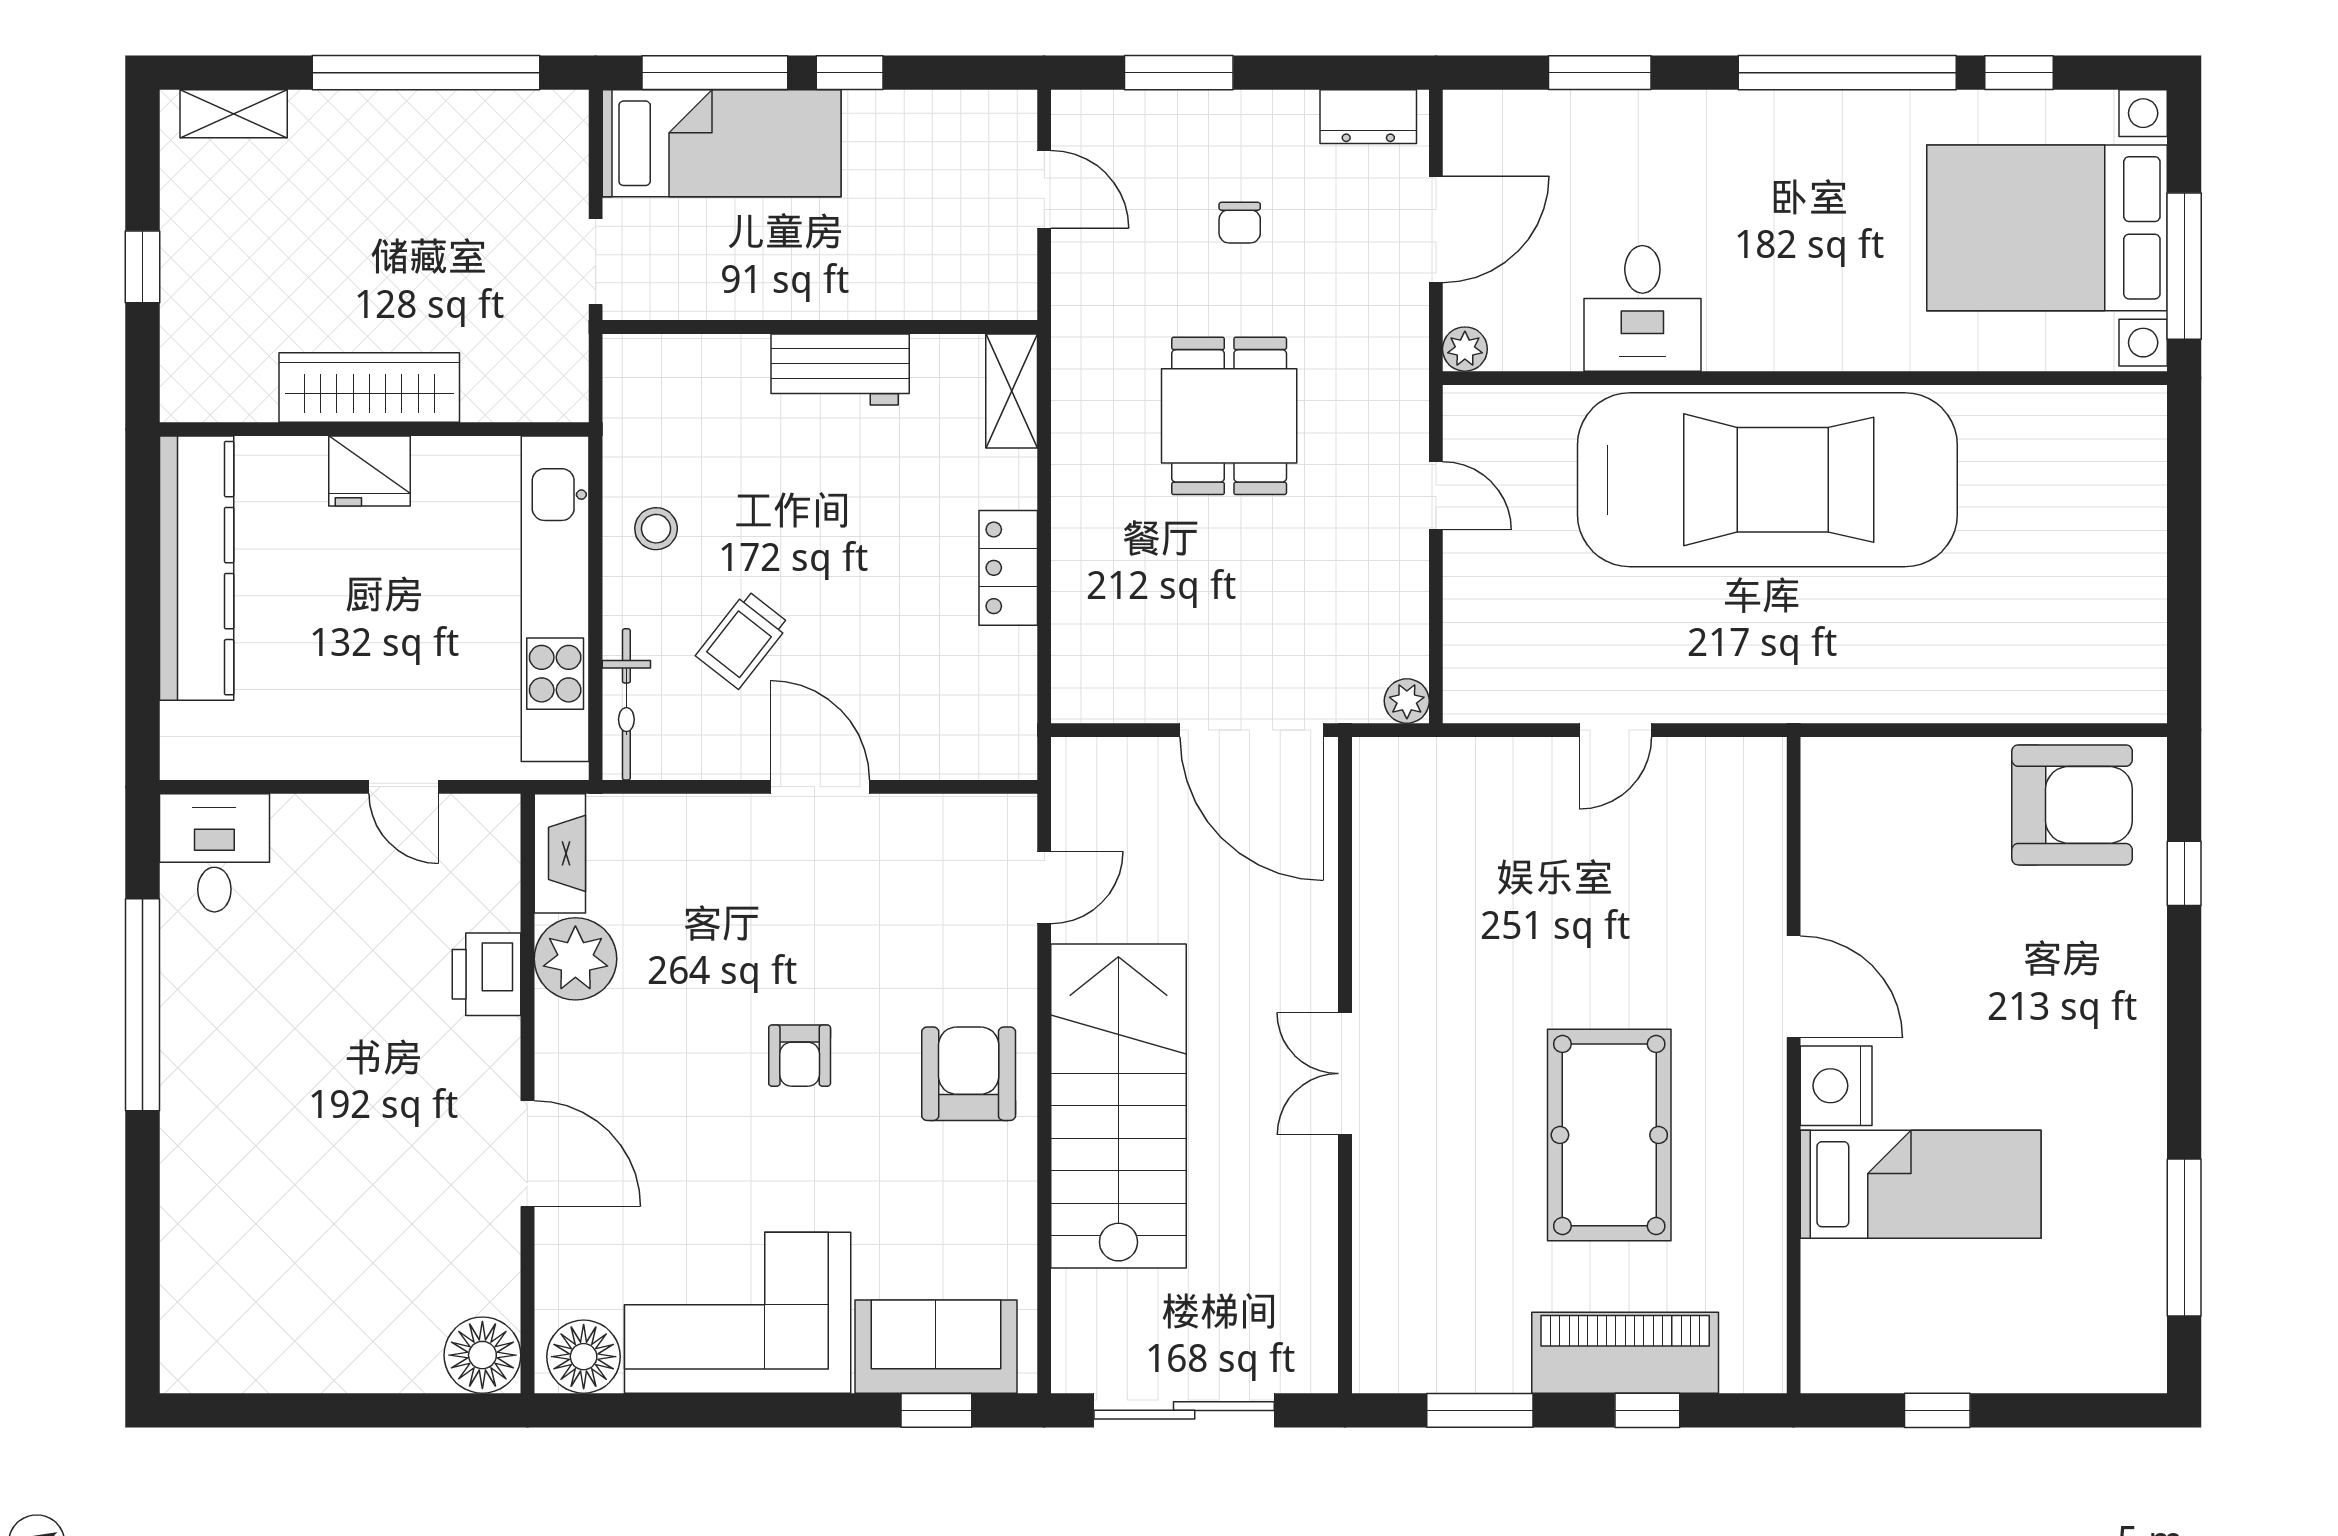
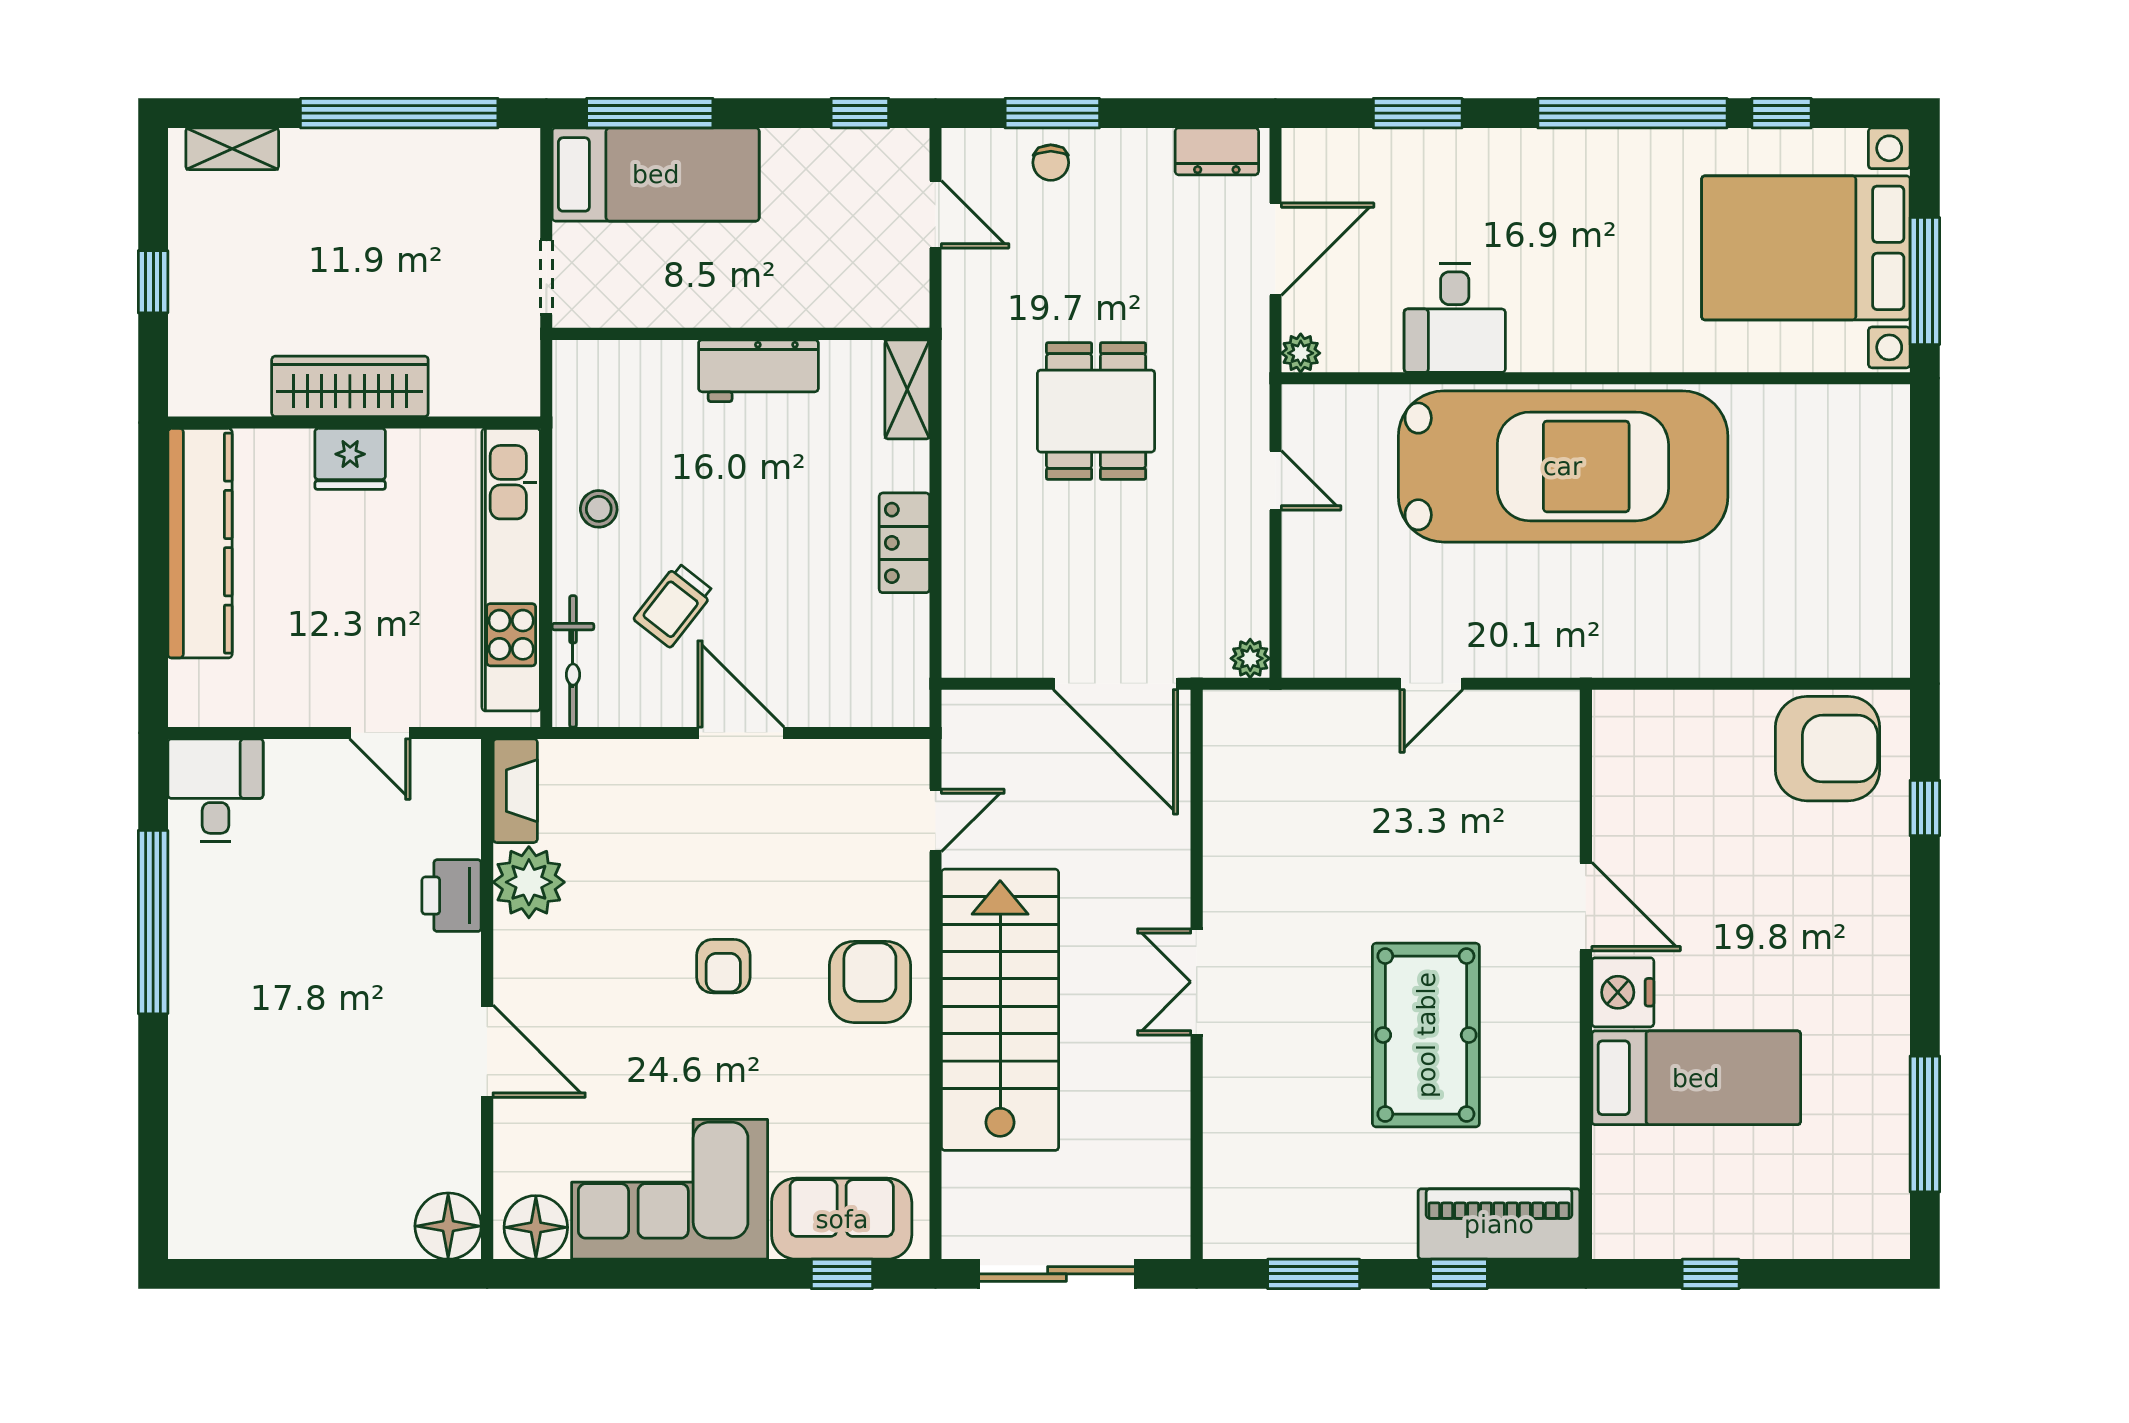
window: (850, 73) -> (860, 113), moved
chair: (1240, 223) -> (1051, 163), moved
piano: (1625, 1353) -> (1499, 1224), moved

